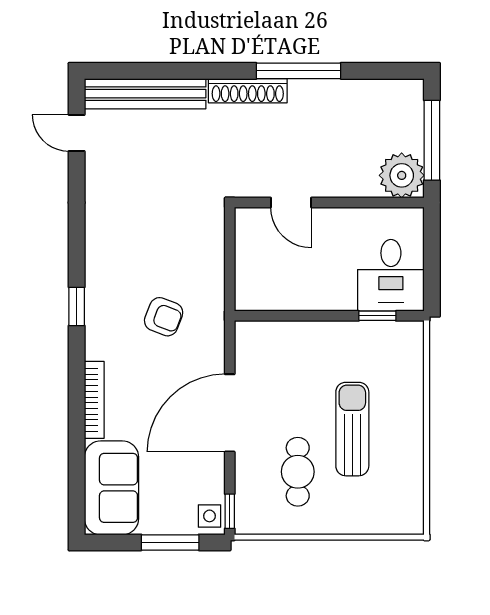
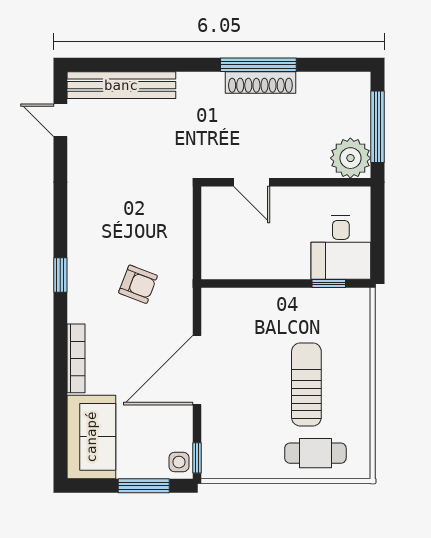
shoe rack: (248, 91) -> (260, 82), moved
cafe table: (298, 472) -> (315, 453), moved, turned 90

